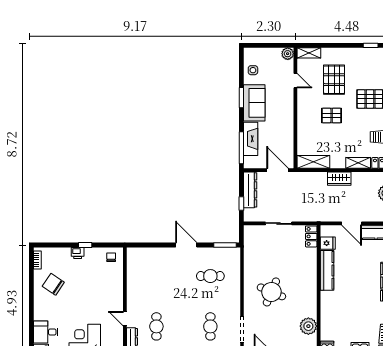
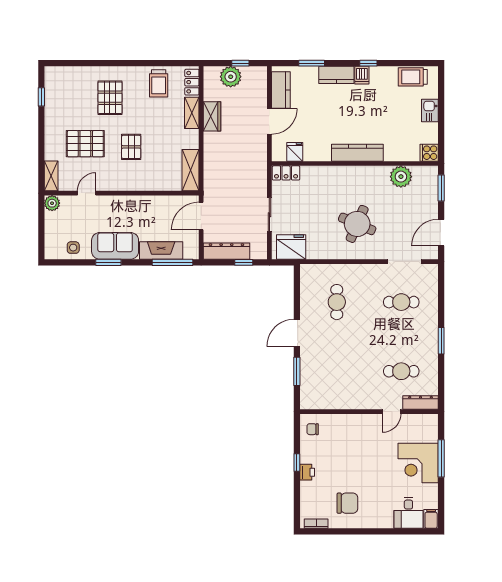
wardrobe: (339, 179) -> (212, 116), moved
fridge: (253, 240) -> (291, 247), added
window: (225, 245) -> (297, 371), moved
kitchen counter: (327, 270) -> (357, 153), moved
chair: (53, 284) -> (347, 503), turned -124

